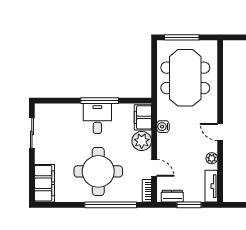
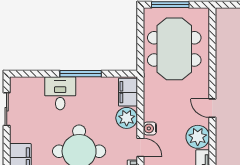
desk: (97, 118) -> (60, 93), moved
water cooler: (163, 127) -> (150, 128), moved
plant: (212, 158) -> (198, 137), width x1.87, depth x1.87

